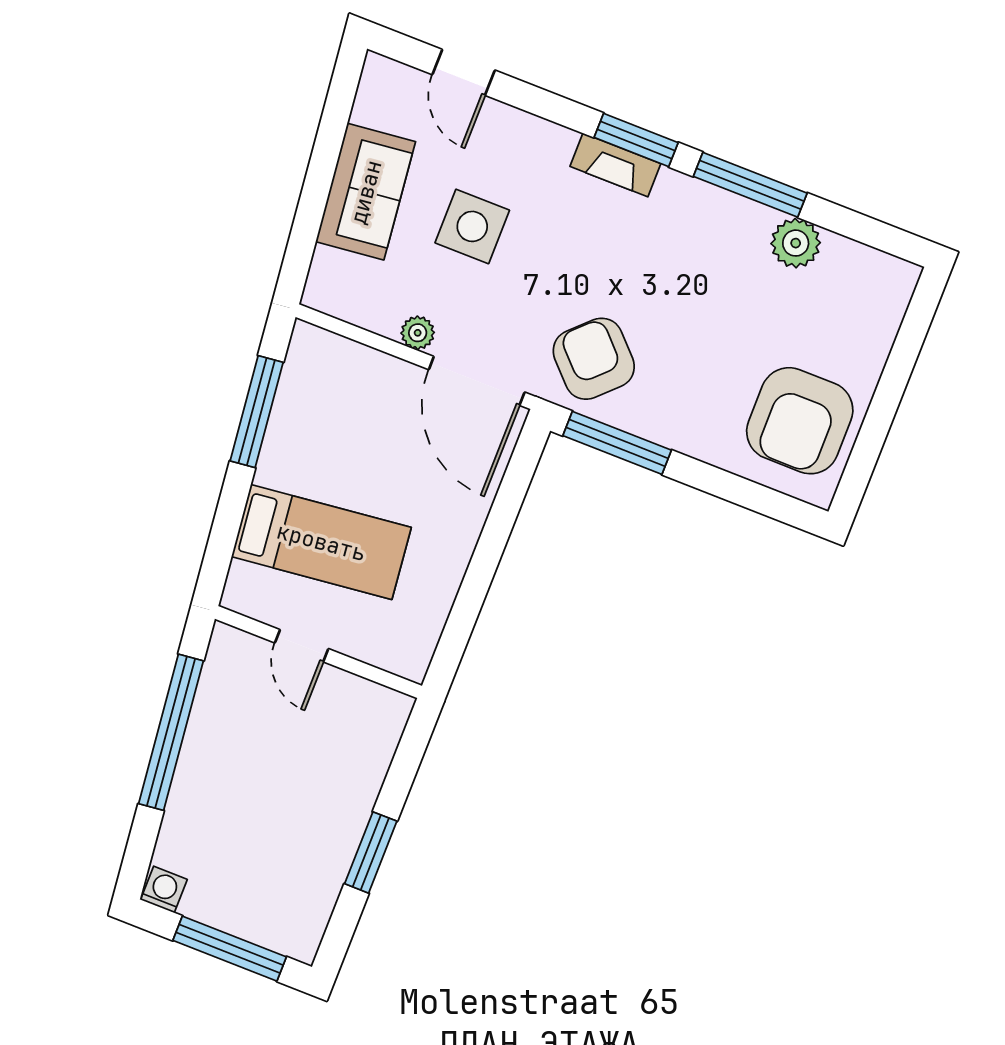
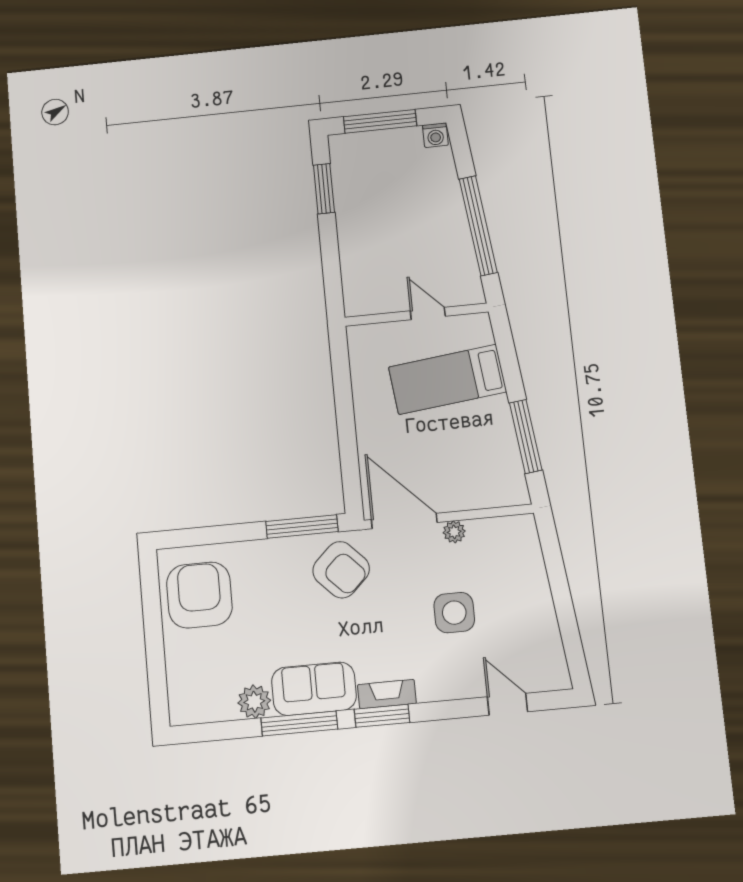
sofa: (366, 192) -> (314, 689), moved, turned 96
window: (371, 852) -> (324, 189), moved

